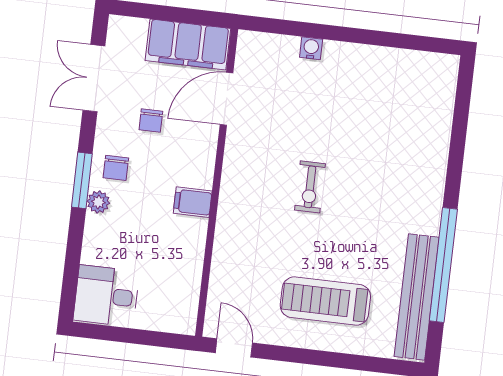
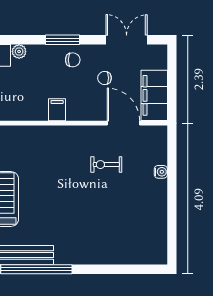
chair: (116, 168) -> (73, 60), turned 180
exercise bike: (310, 187) -> (106, 165), moved
plant: (98, 202) -> (19, 52), moved

